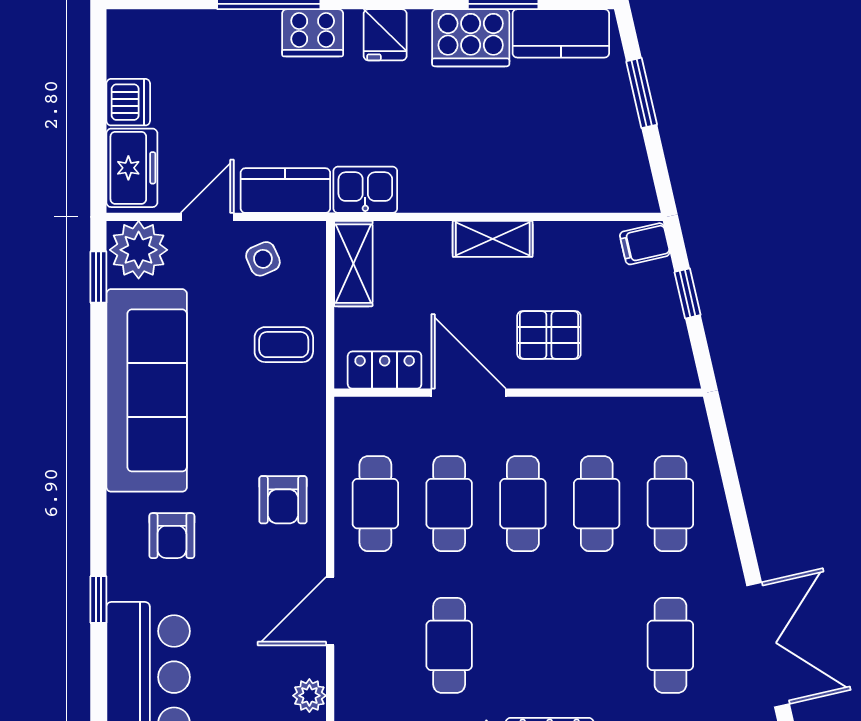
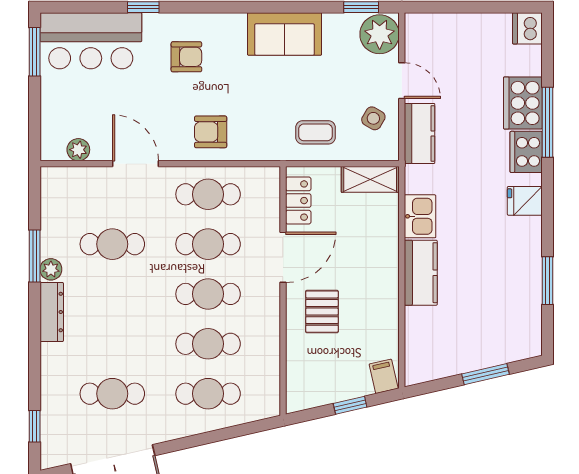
kitchen counter: (561, 33) -> (421, 273), moved, turned 180
cooker: (471, 38) -> (523, 103), moved
dishwasher: (128, 102) -> (527, 28), moved, turned 90
freezer: (132, 168) -> (435, 30), removed
kitchen sink: (365, 190) -> (420, 216), moved
shelving: (493, 239) -> (387, 274), removed
side table: (263, 259) -> (373, 118), turned -36
coffee table: (284, 345) -> (315, 132), turned 90
sofa: (147, 390) -> (285, 34), width x0.54, depth x0.79
armchair: (172, 536) -> (186, 57), turned 180

